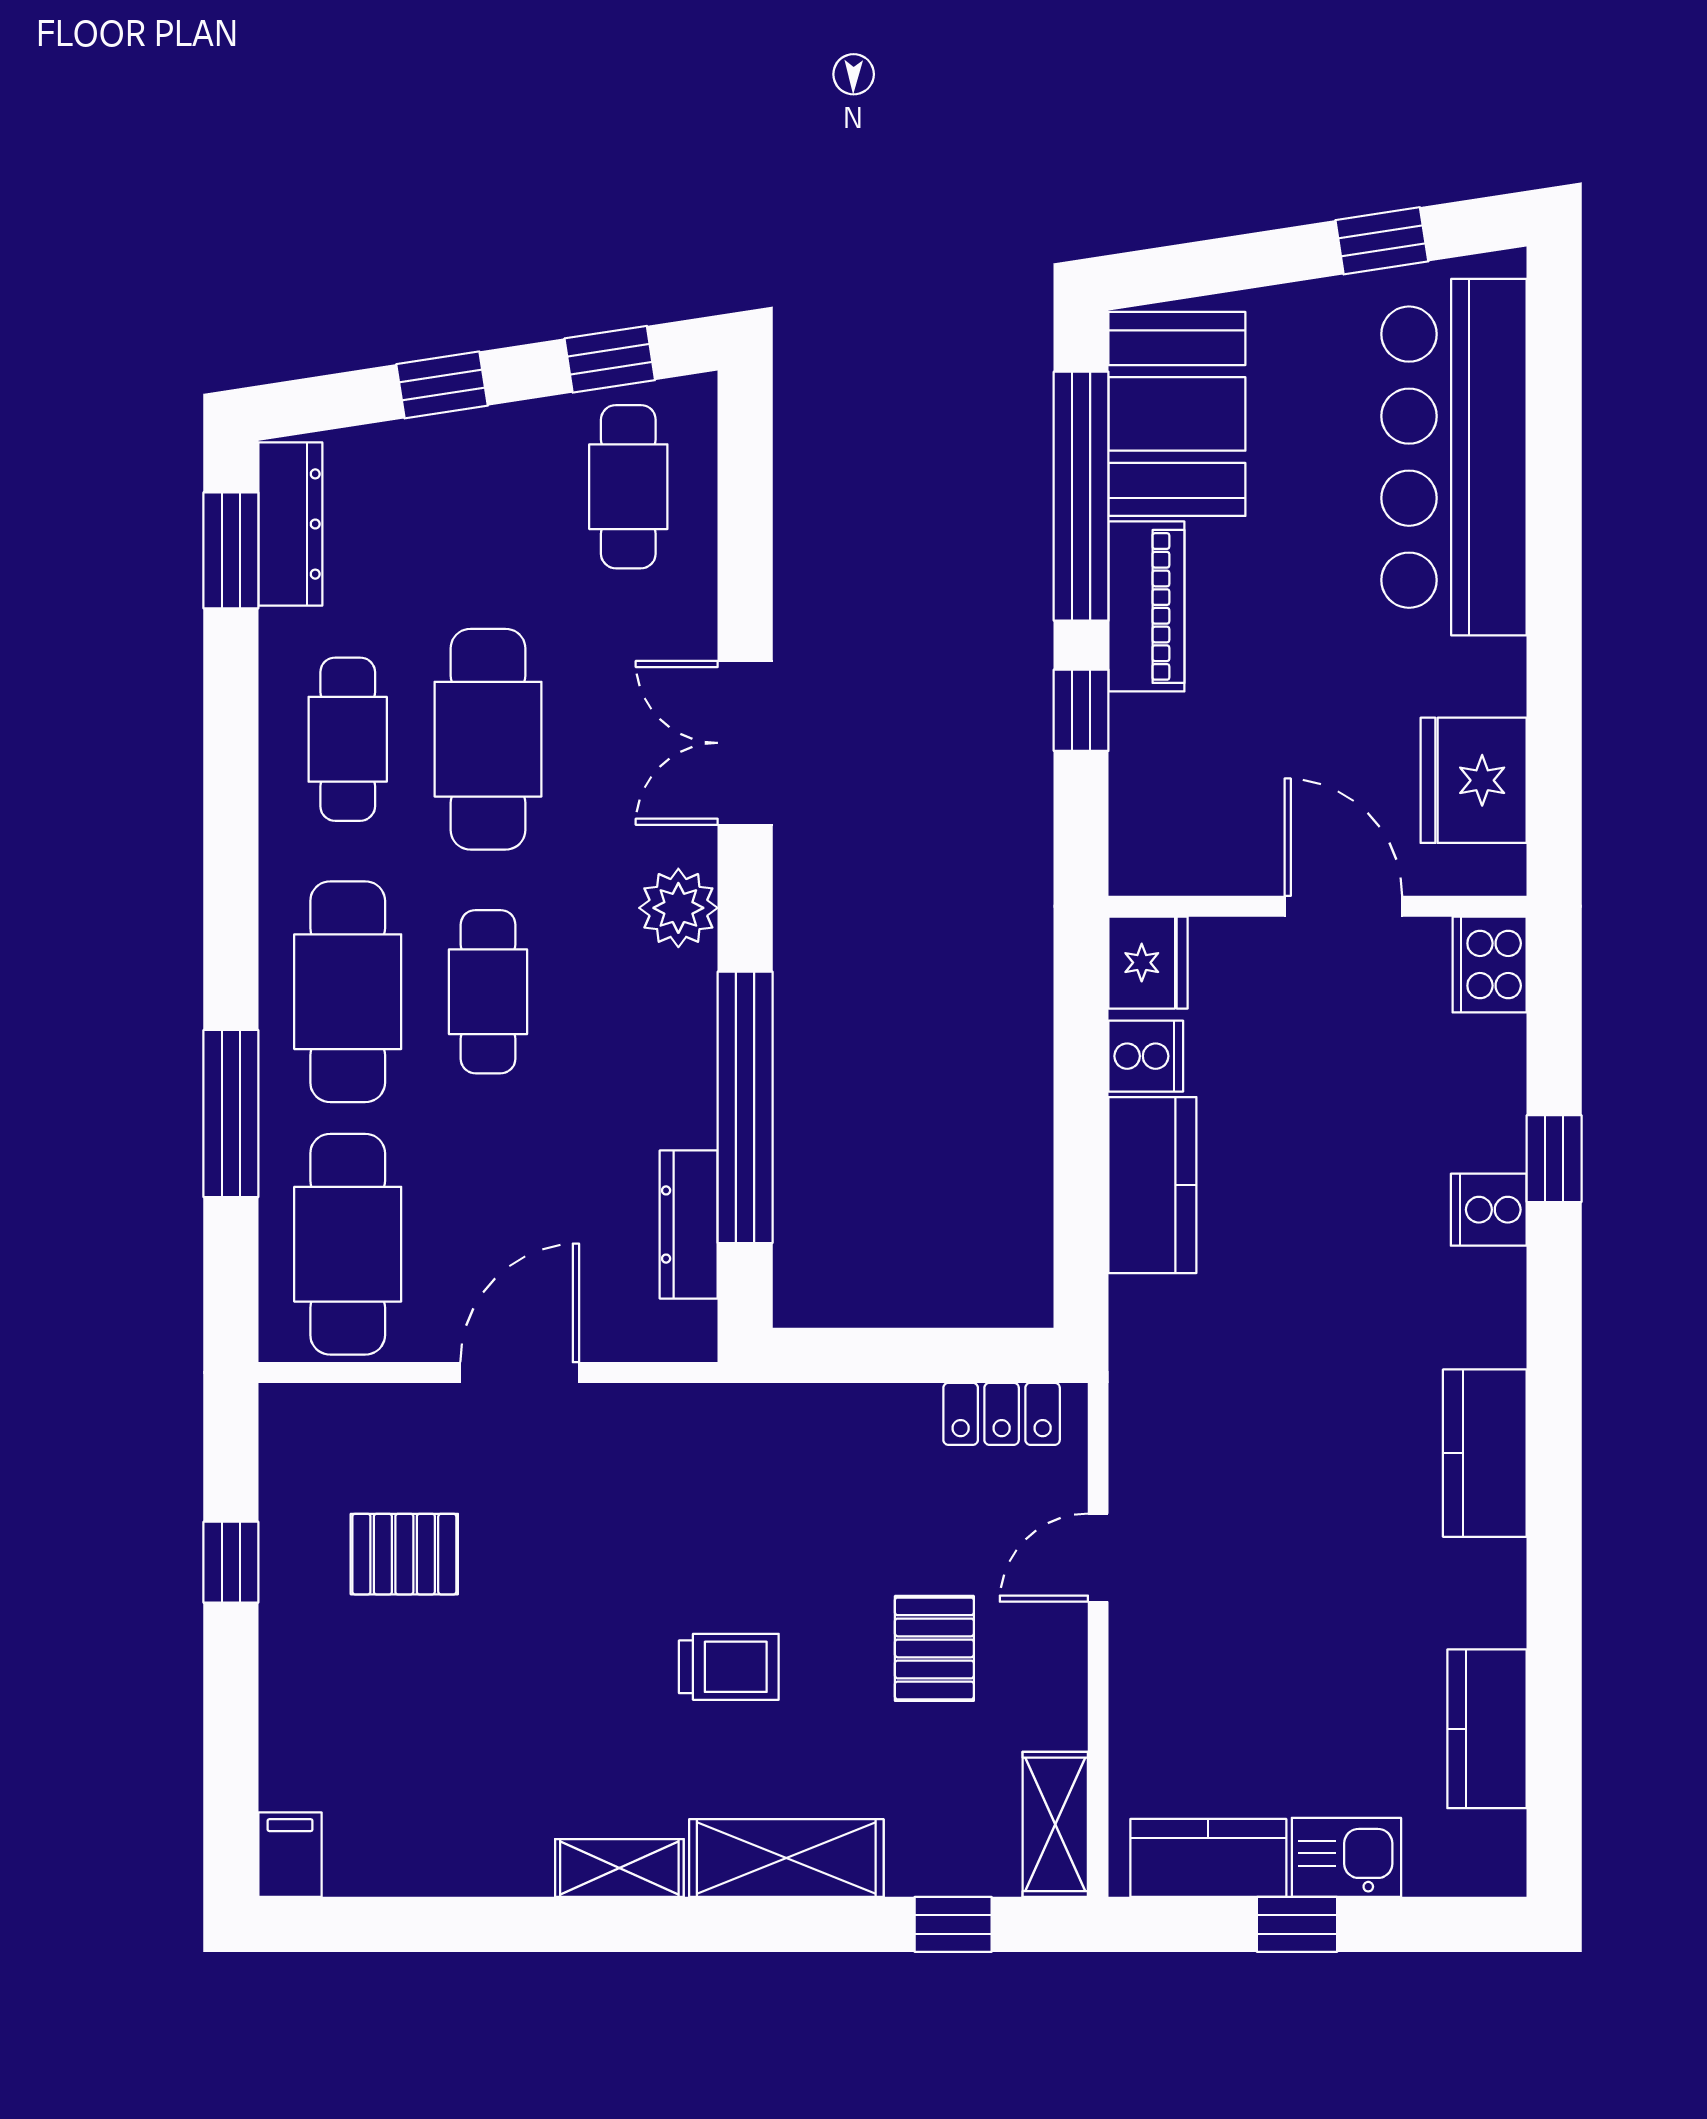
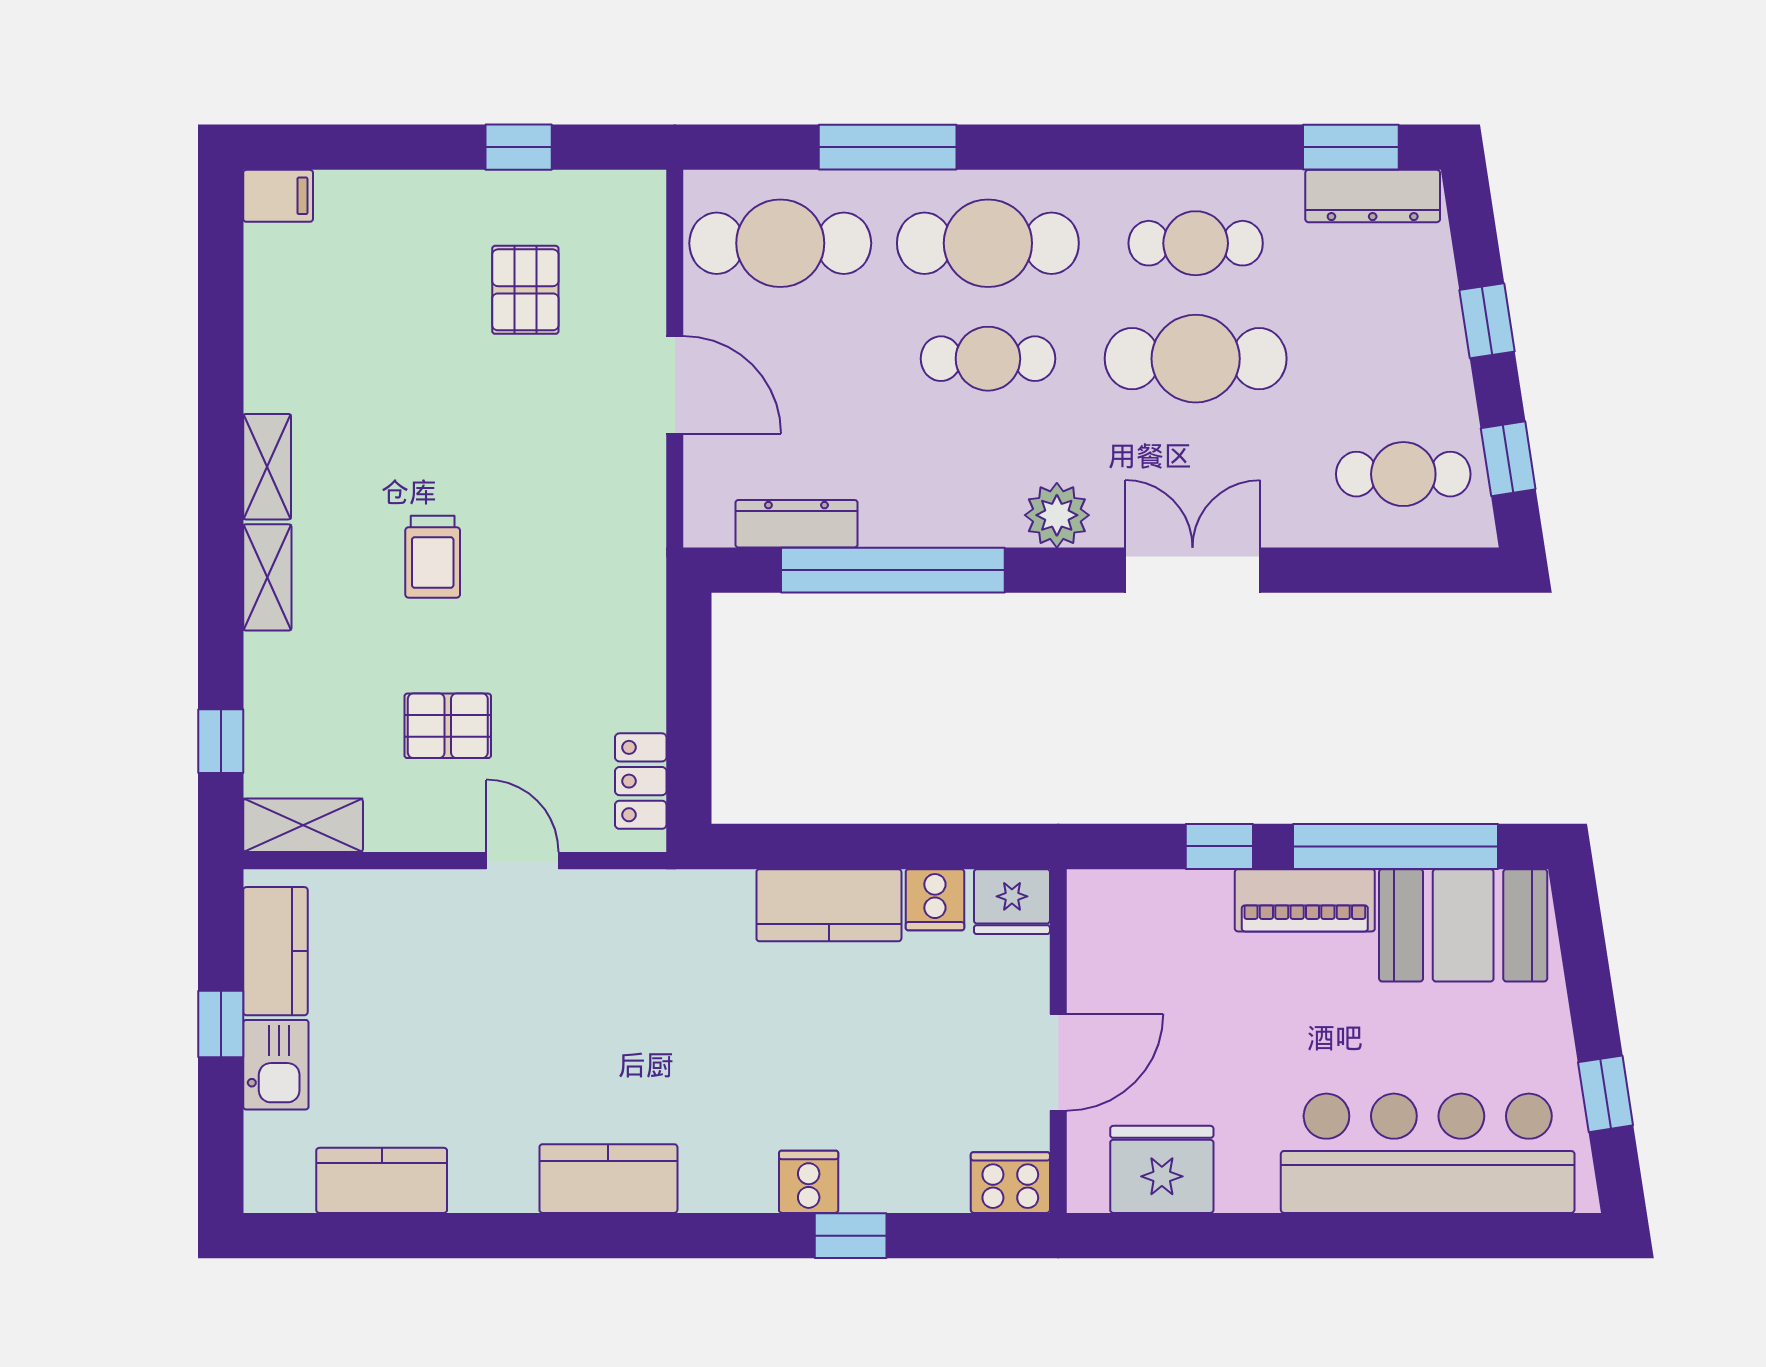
shelving: (786, 1858) -> (267, 577), width x0.67, depth x0.75

